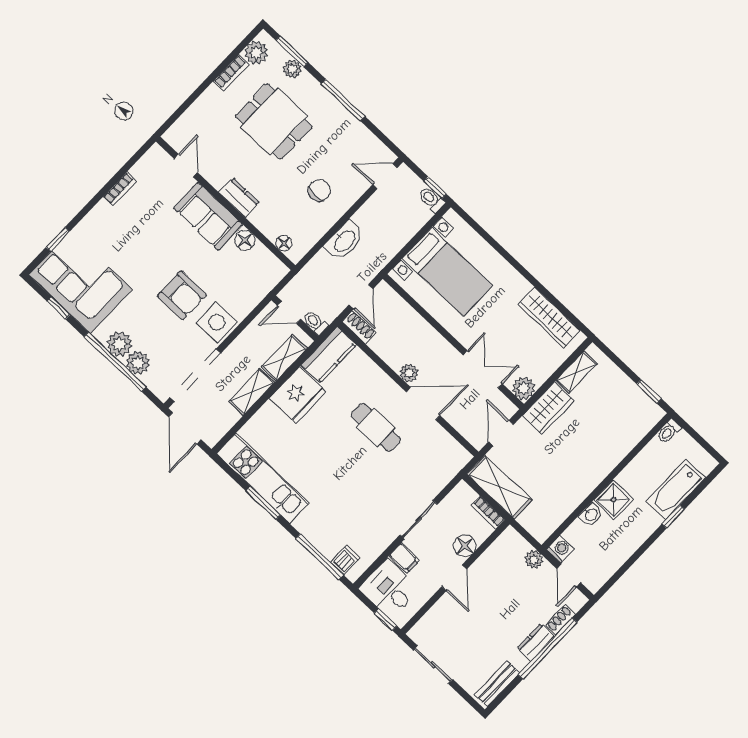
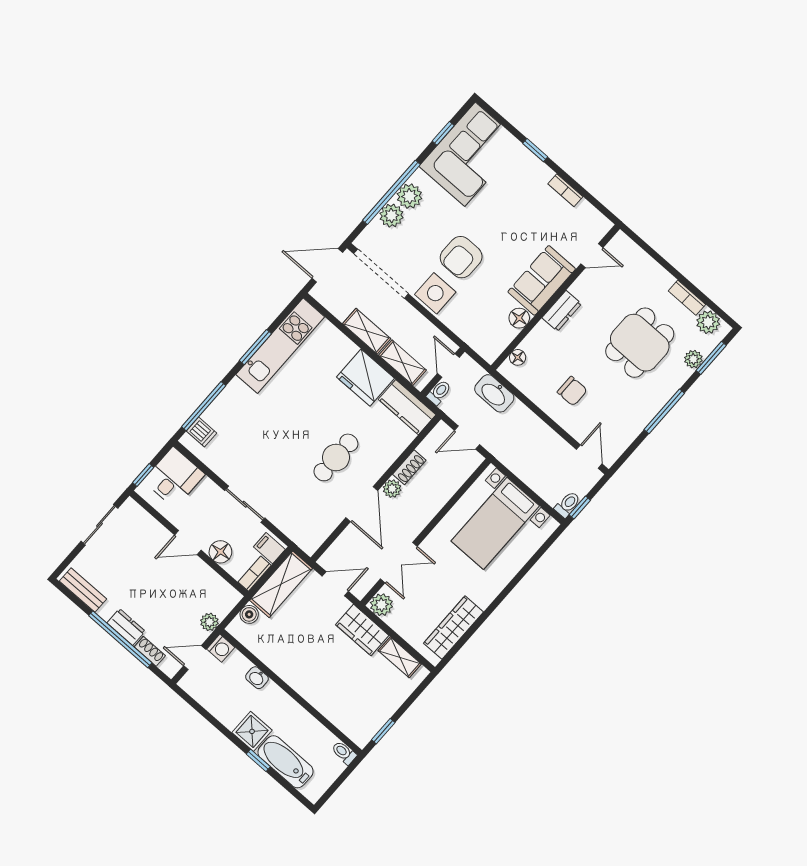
window: (58, 239) -> (535, 150), moved
washbasin: (344, 241) -> (494, 393), moved
shoe rack: (359, 327) -> (409, 467), moved
shower: (613, 500) -> (252, 731), moved
boiler: (528, 520) -> (249, 614), added
filing cabinet: (404, 558) -> (269, 548), moved, turned 90

